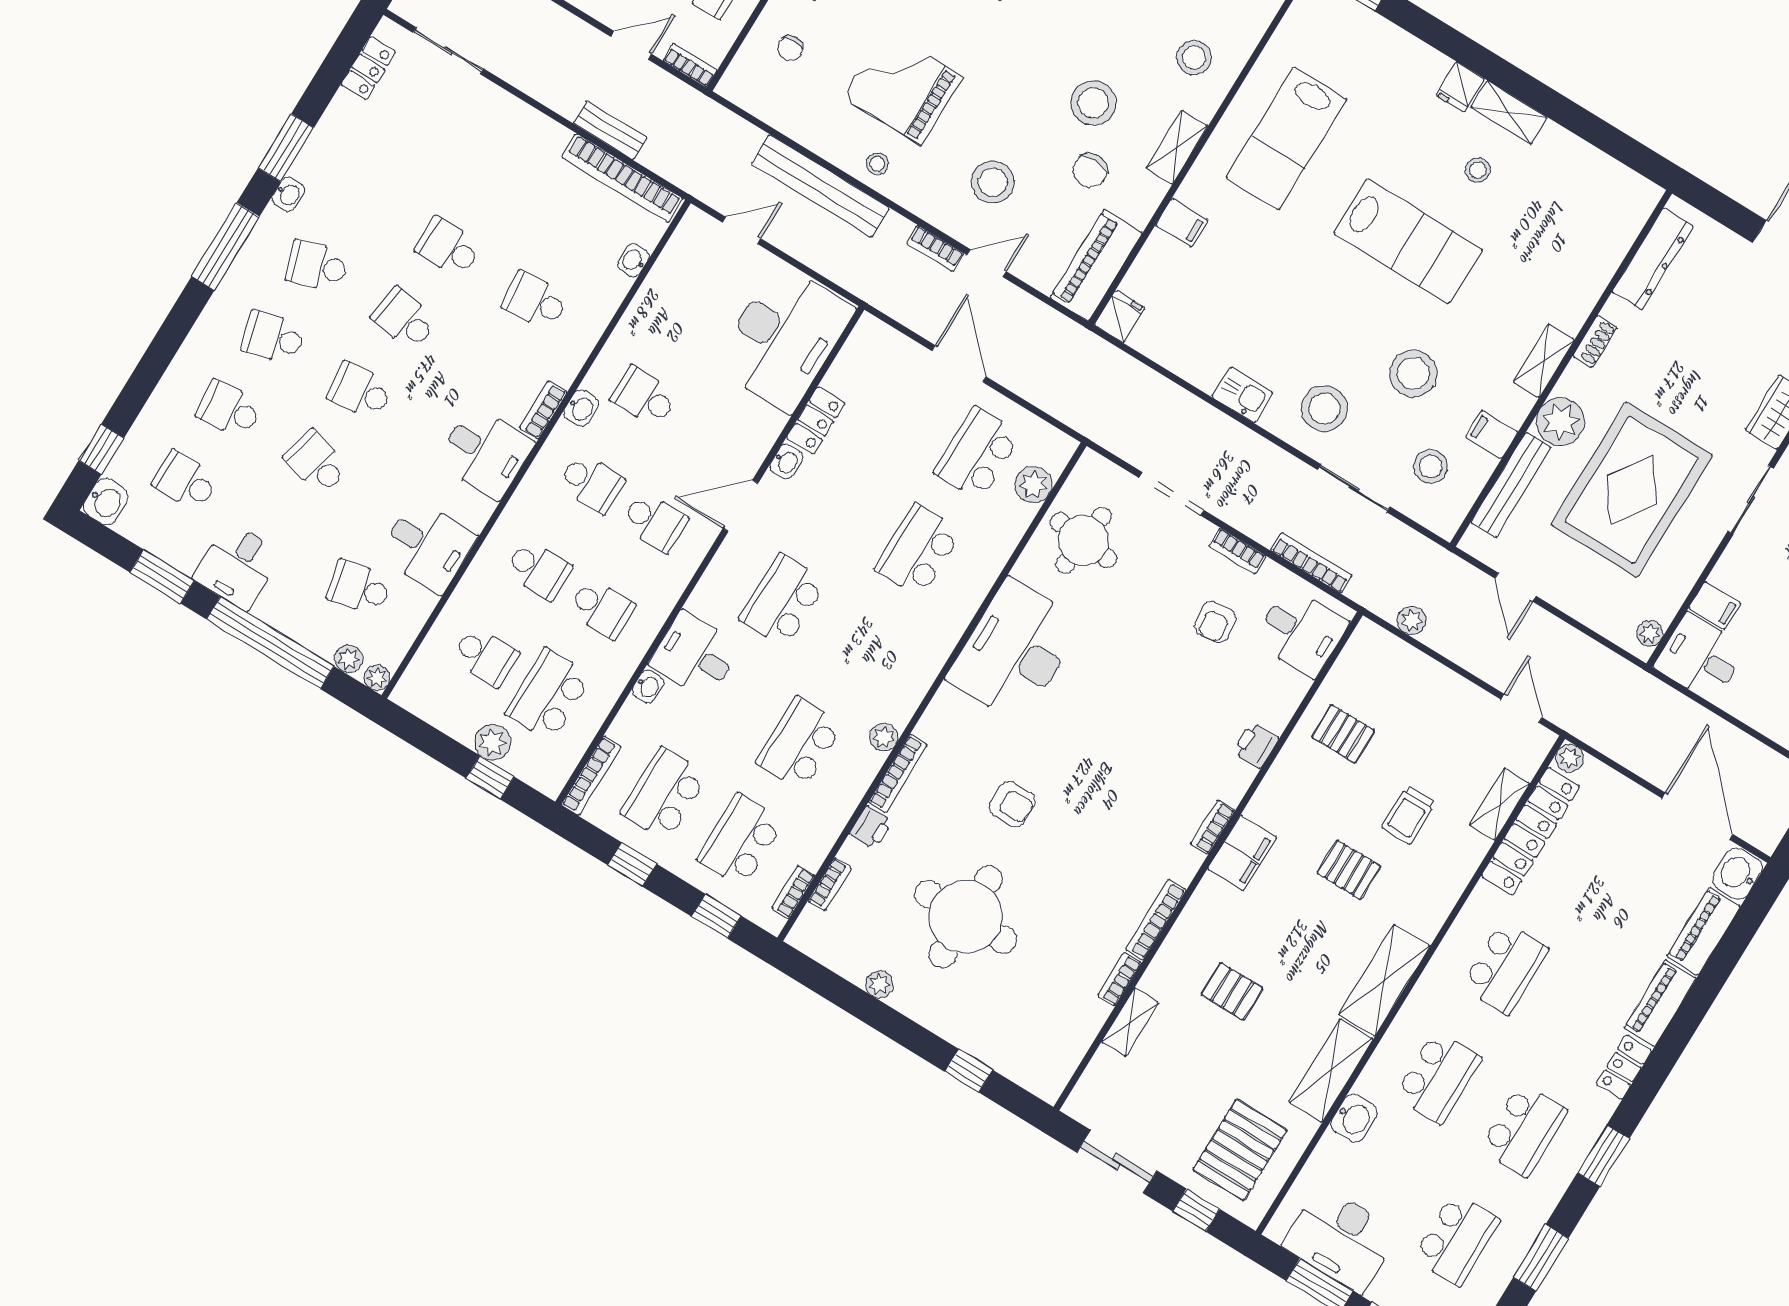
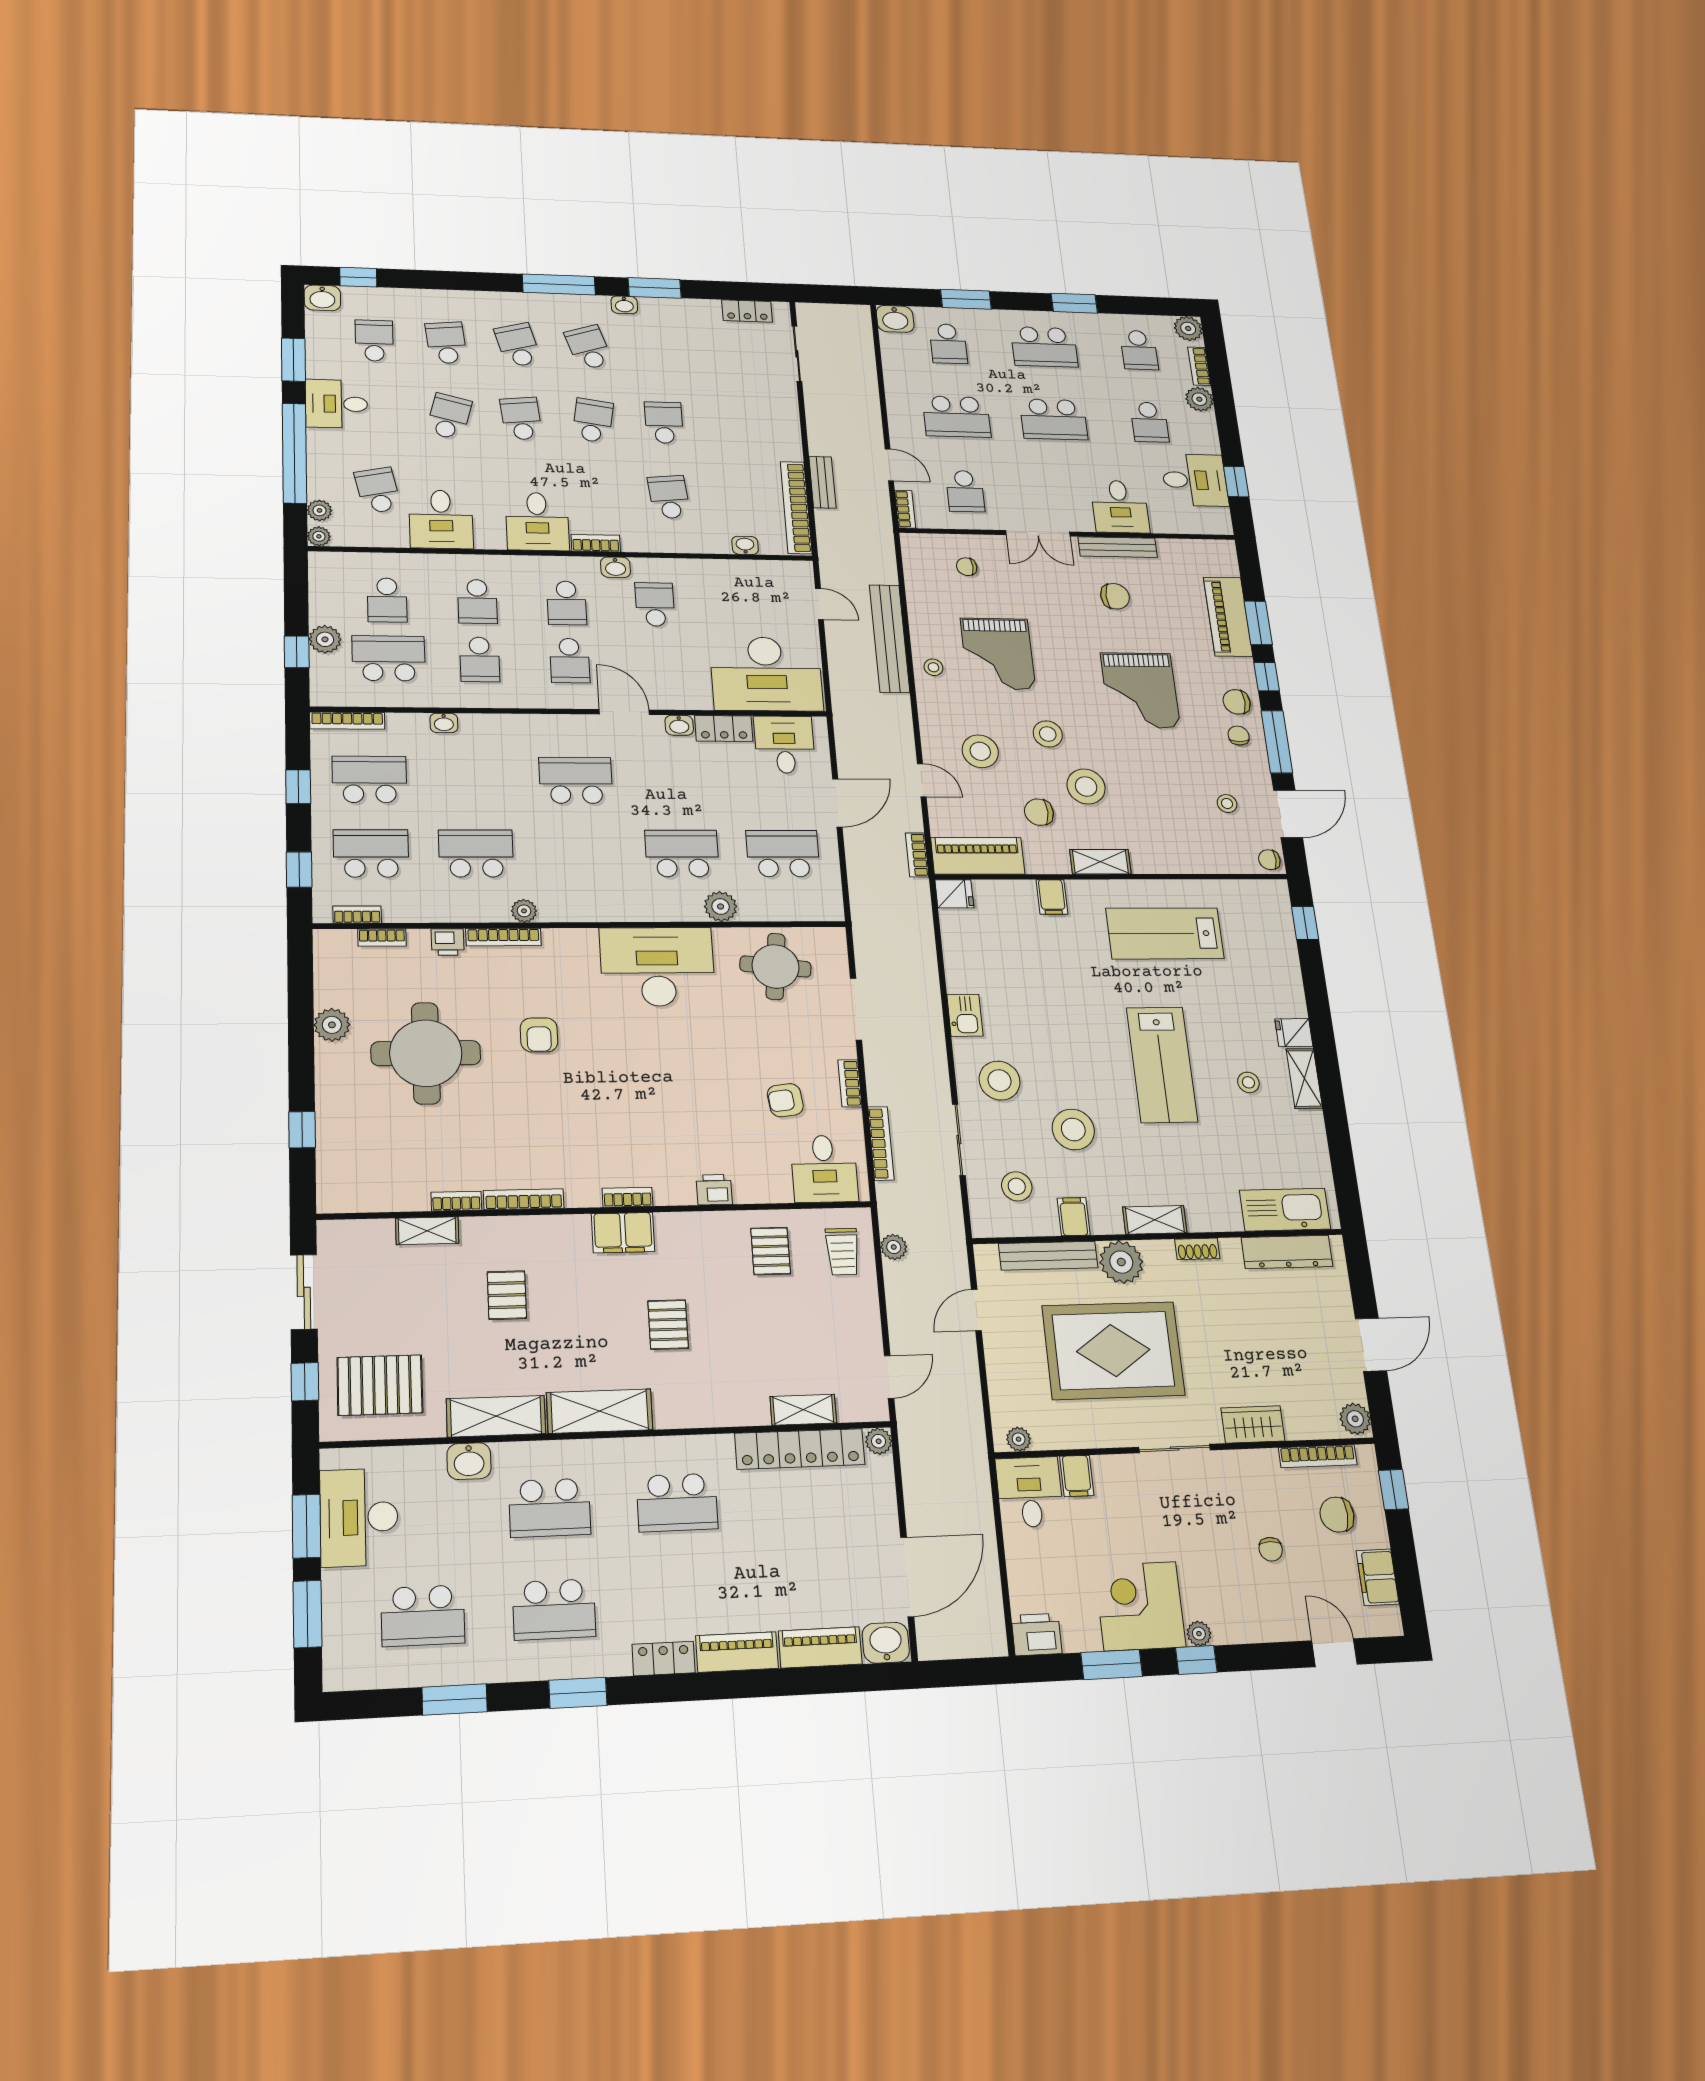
stool: (1194, 58) -> (1048, 734), moved
grand piano: (903, 87) -> (998, 654), turned 180
kitchen sink: (1615, 230) -> (1285, 1210), added
bookcase: (935, 248) -> (917, 855), moved
plant: (1033, 485) -> (721, 906), moved
desk: (695, 655) -> (785, 745), moved
trolley: (1408, 815) -> (842, 1252), moved, turned -90
plant: (879, 984) -> (332, 1025), width x1.38, depth x1.38

